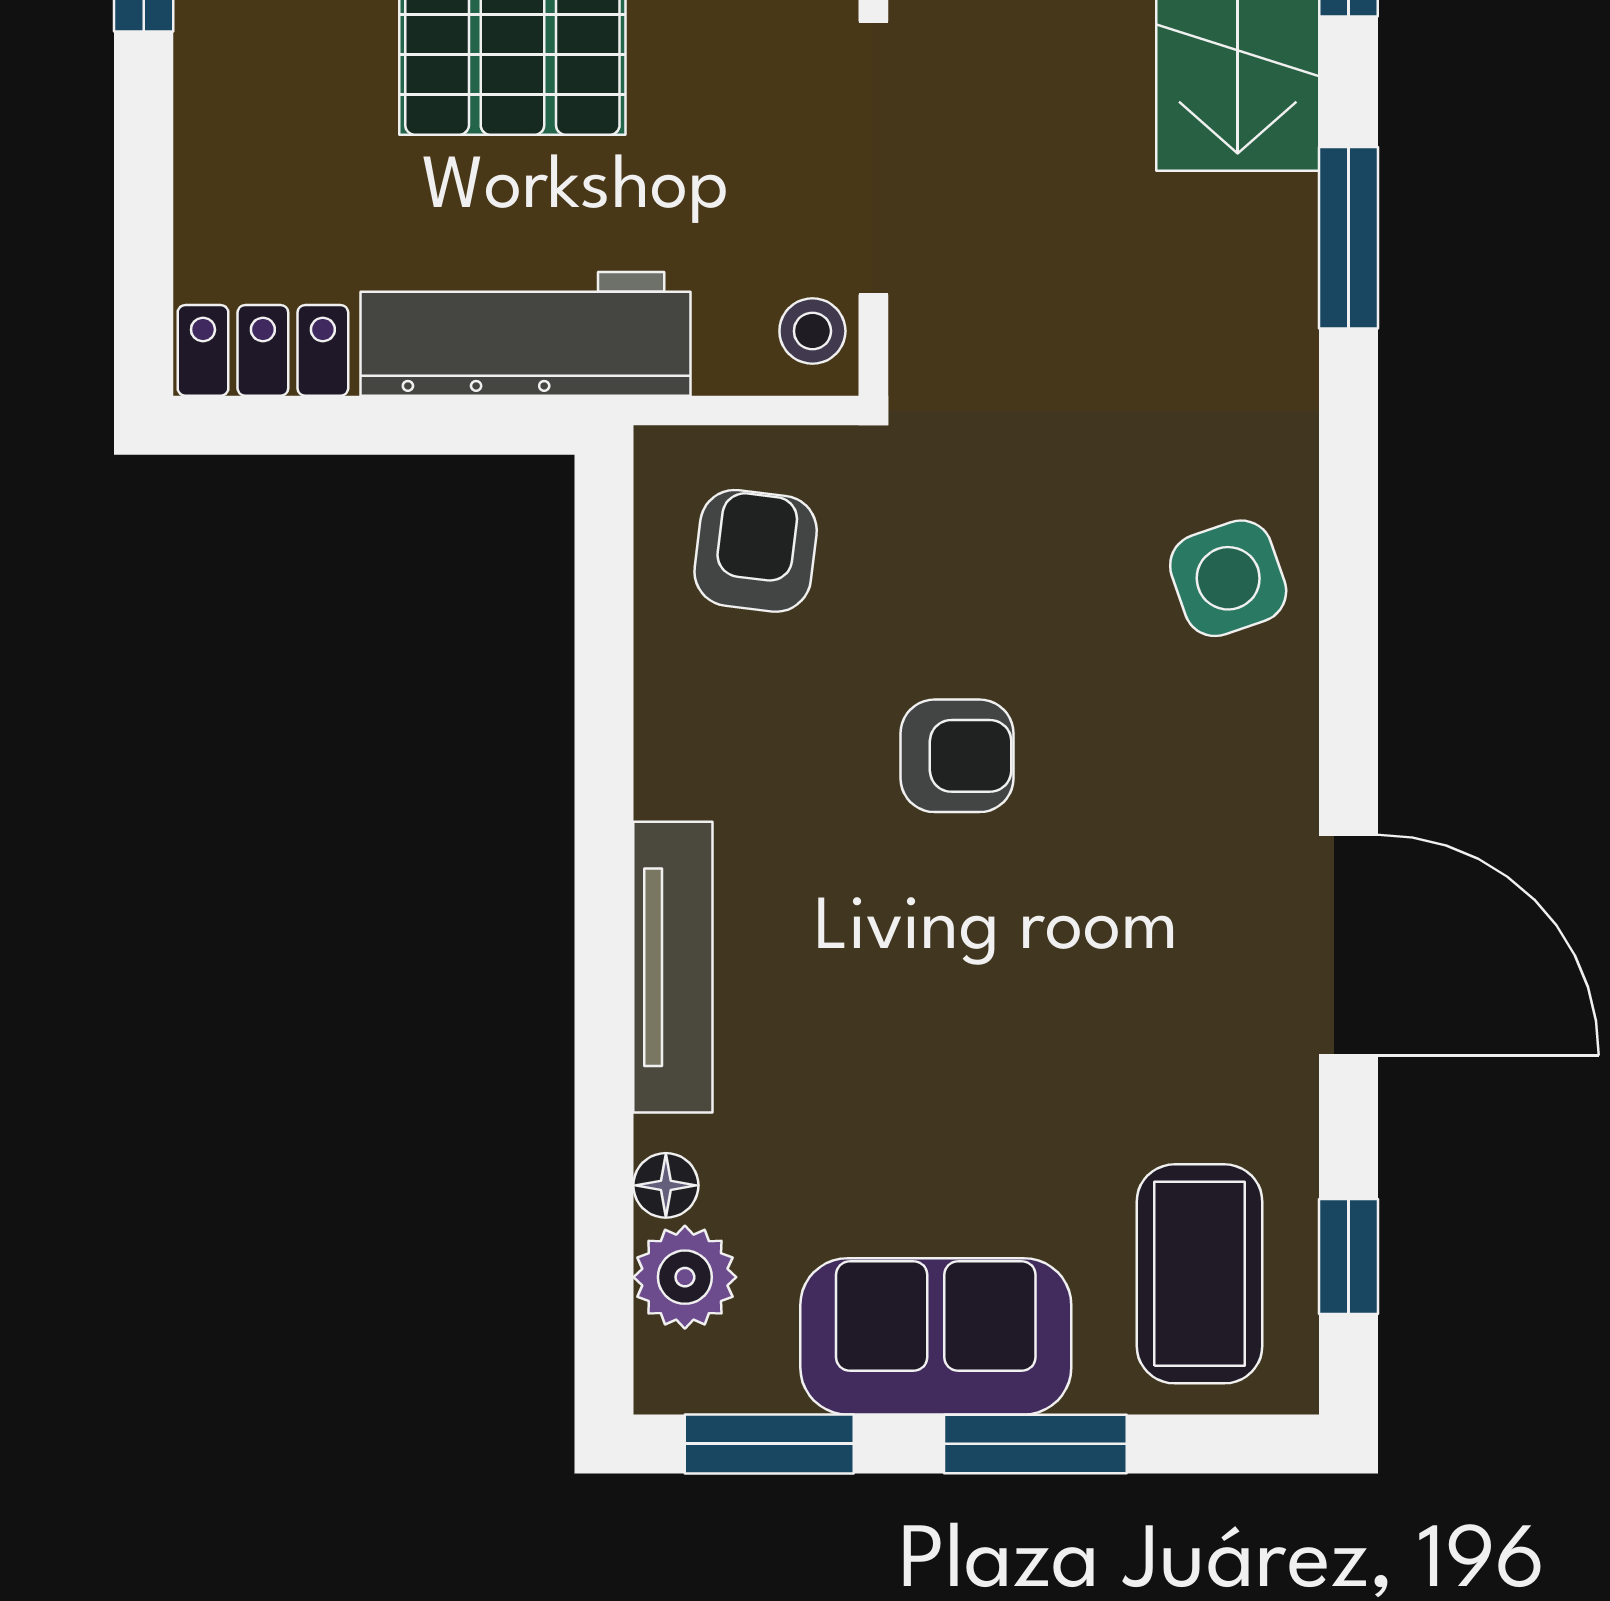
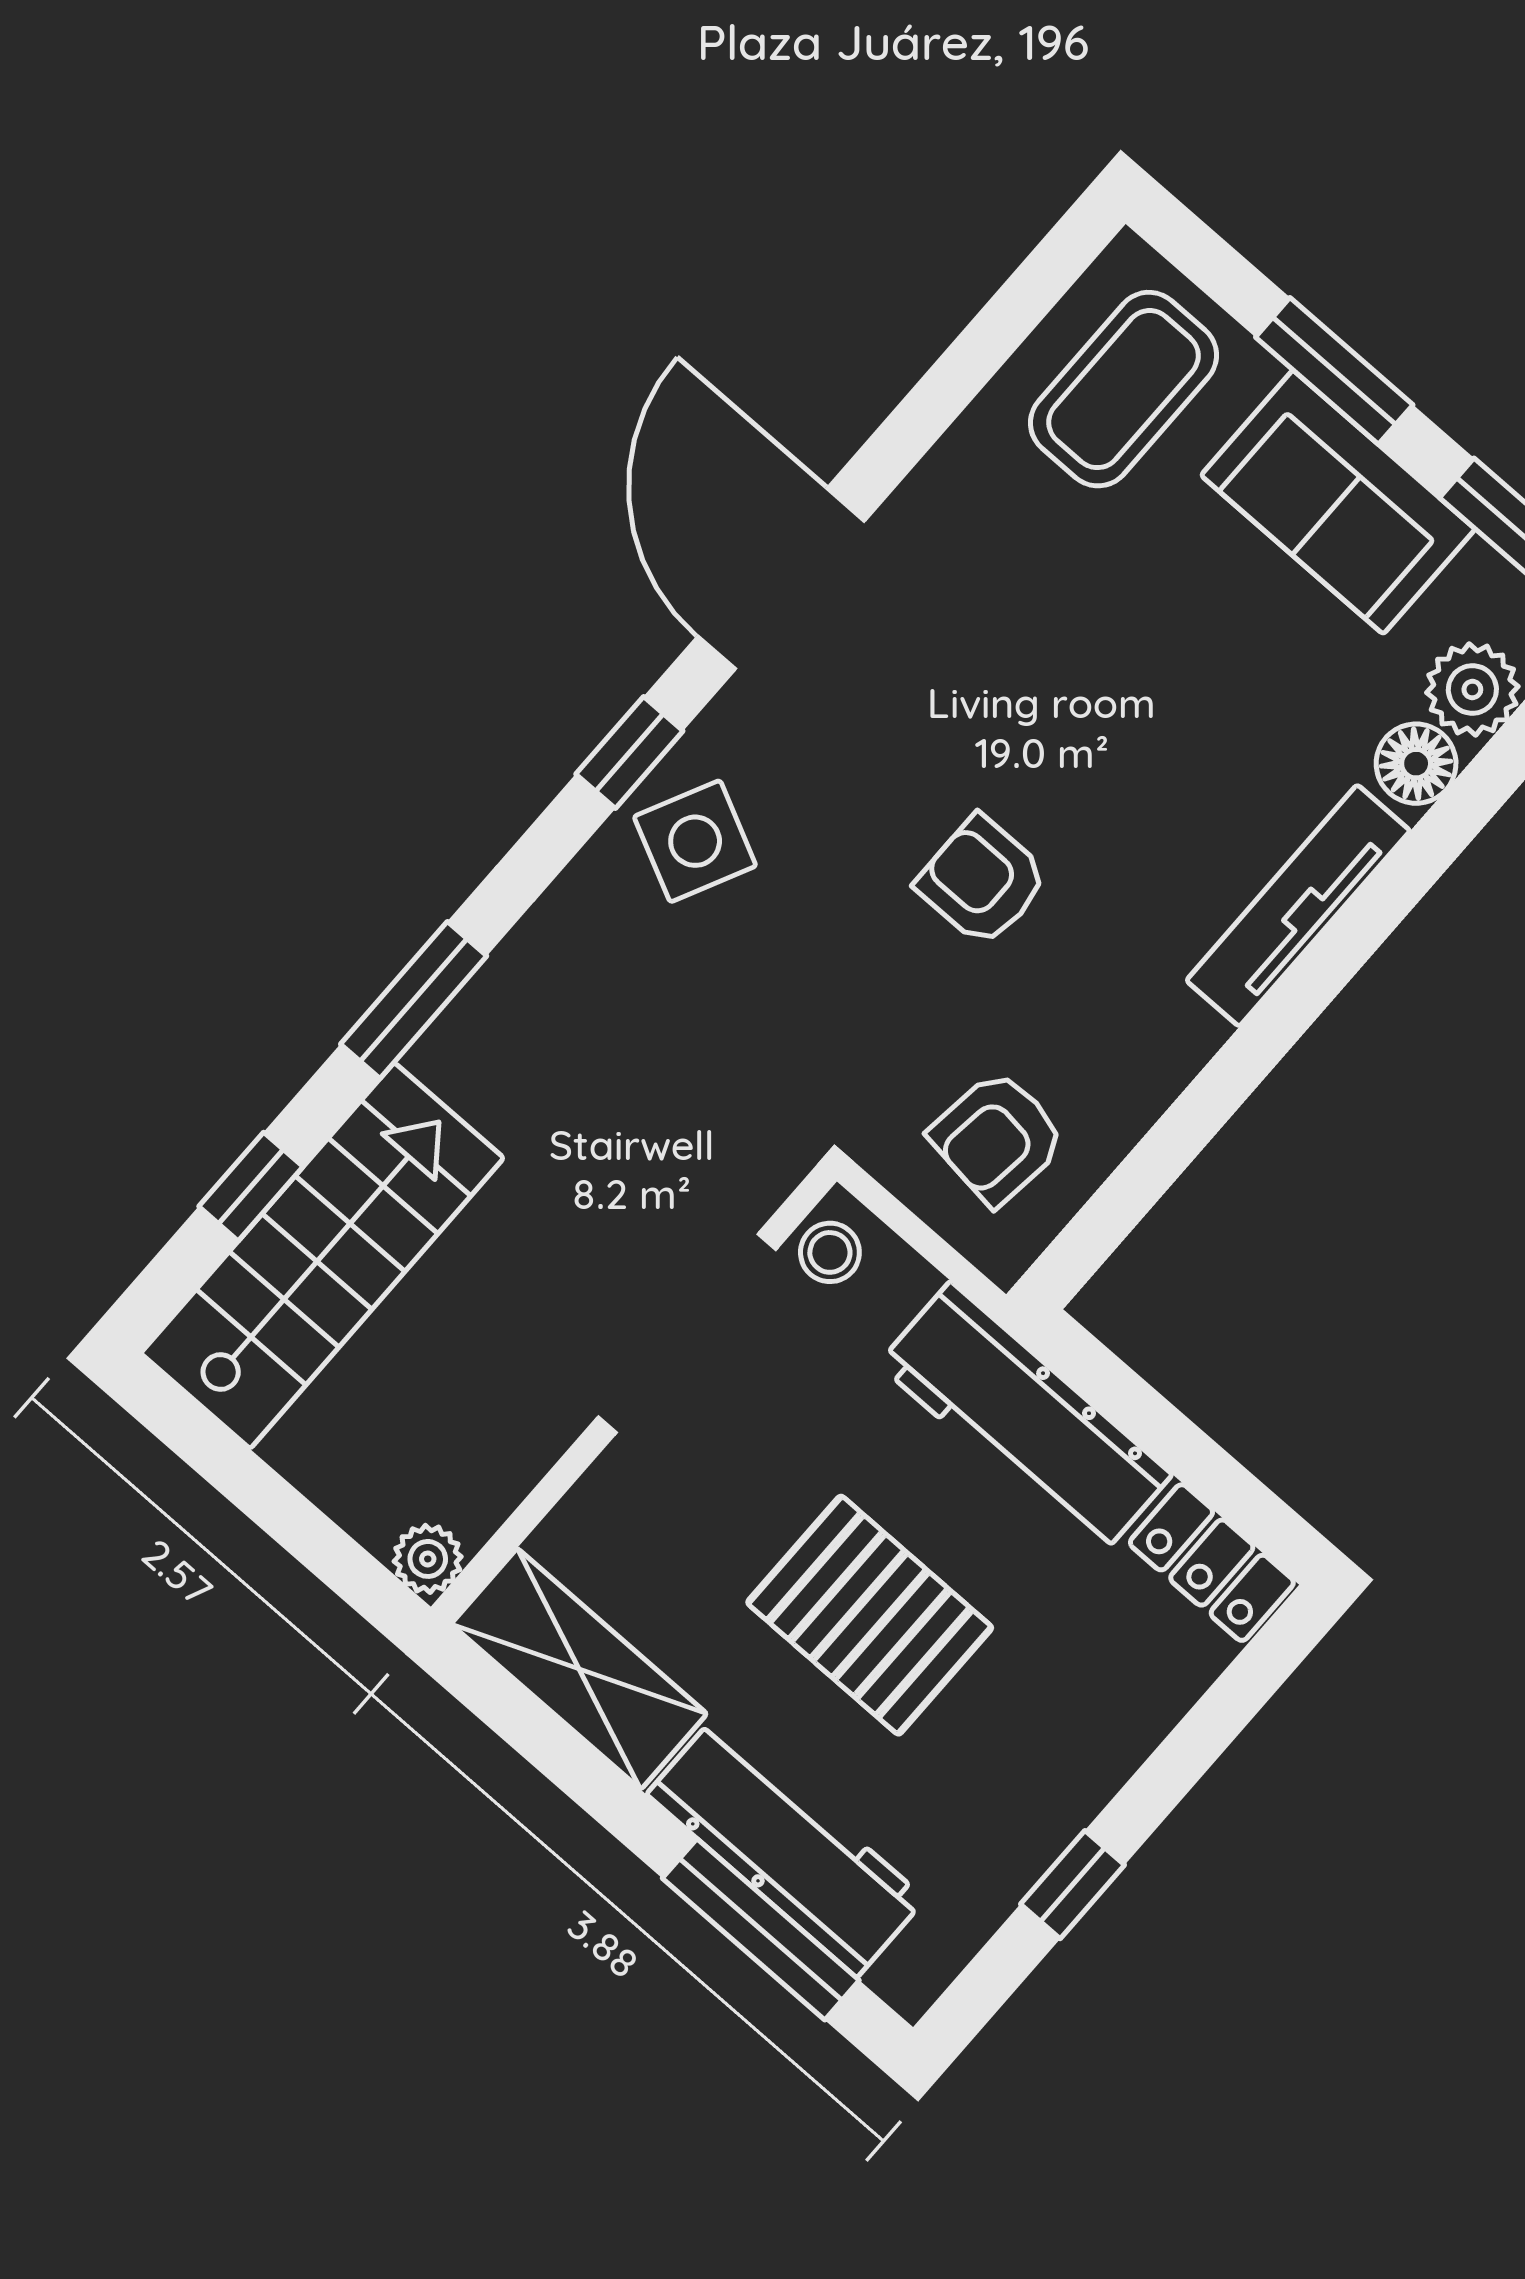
side table: (1228, 578) -> (695, 841), turned 45
door: (1349, 945) -> (781, 579), moved
floor lamp: (666, 1185) -> (1416, 764), width x1.37, depth x1.37
window: (1349, 1256) -> (629, 753), moved

